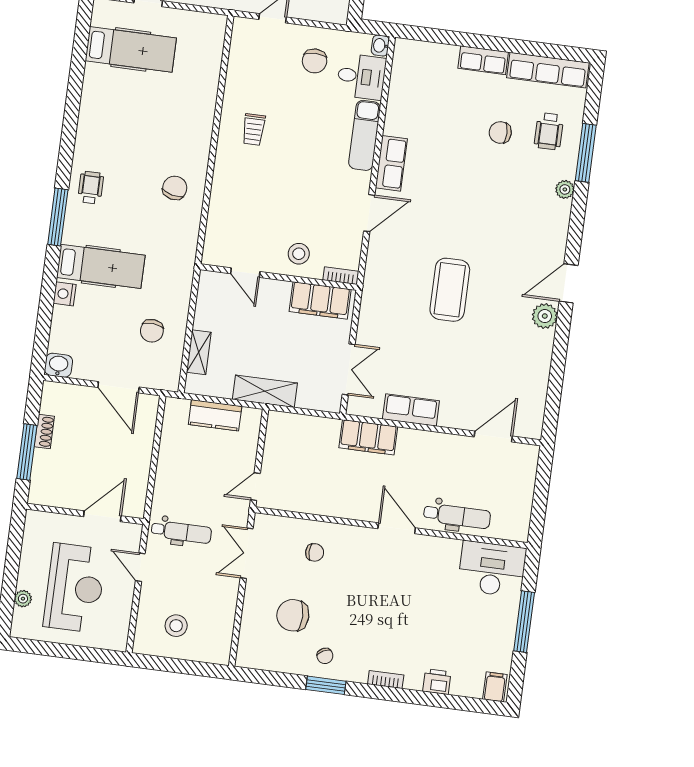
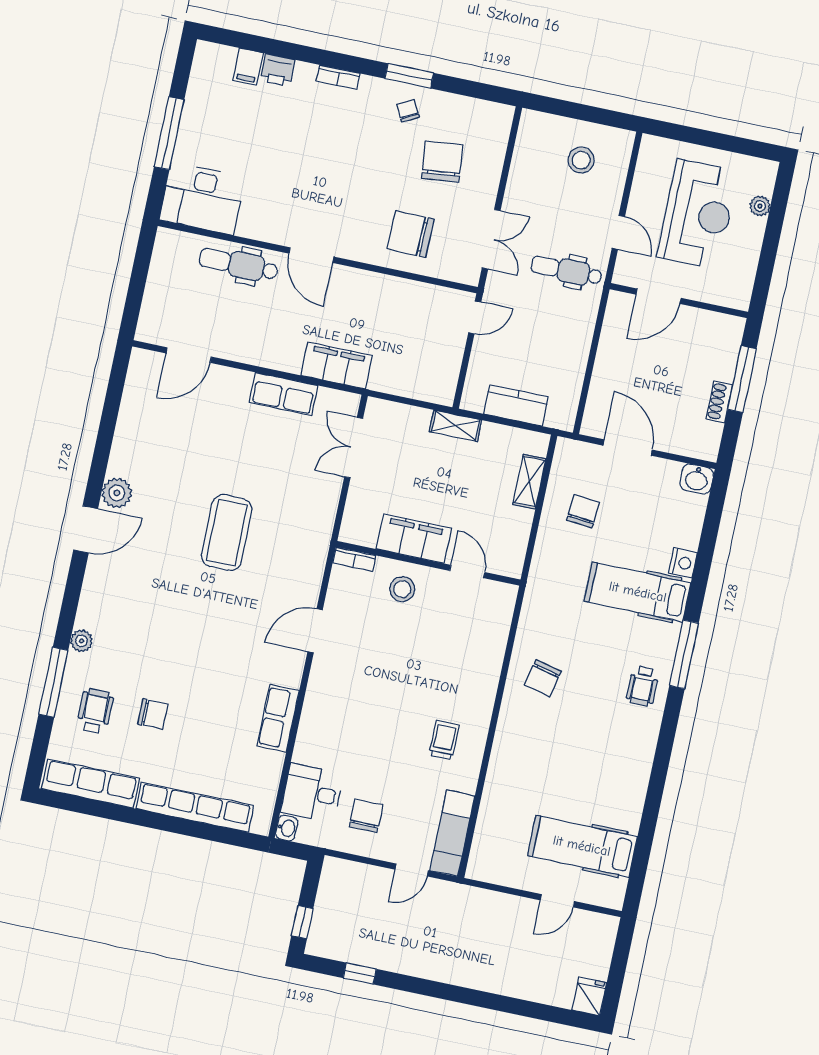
row of seats: (483, 60) -> (195, 807), width x2.02
exam couch: (365, 135) -> (452, 833), moved, turned 180
row of seats: (391, 163) -> (278, 718), moved
filing cabinet: (320, 300) -> (414, 539), moved
shelving: (265, 391) -> (456, 426), width x0.67, depth x0.75
chair: (315, 552) -> (411, 234), width x1.87, depth x1.87
reception desk: (75, 588) -> (698, 214), turned 180
chair: (293, 615) -> (442, 162), turned -96
filing cabinet: (495, 687) -> (248, 67), moved

